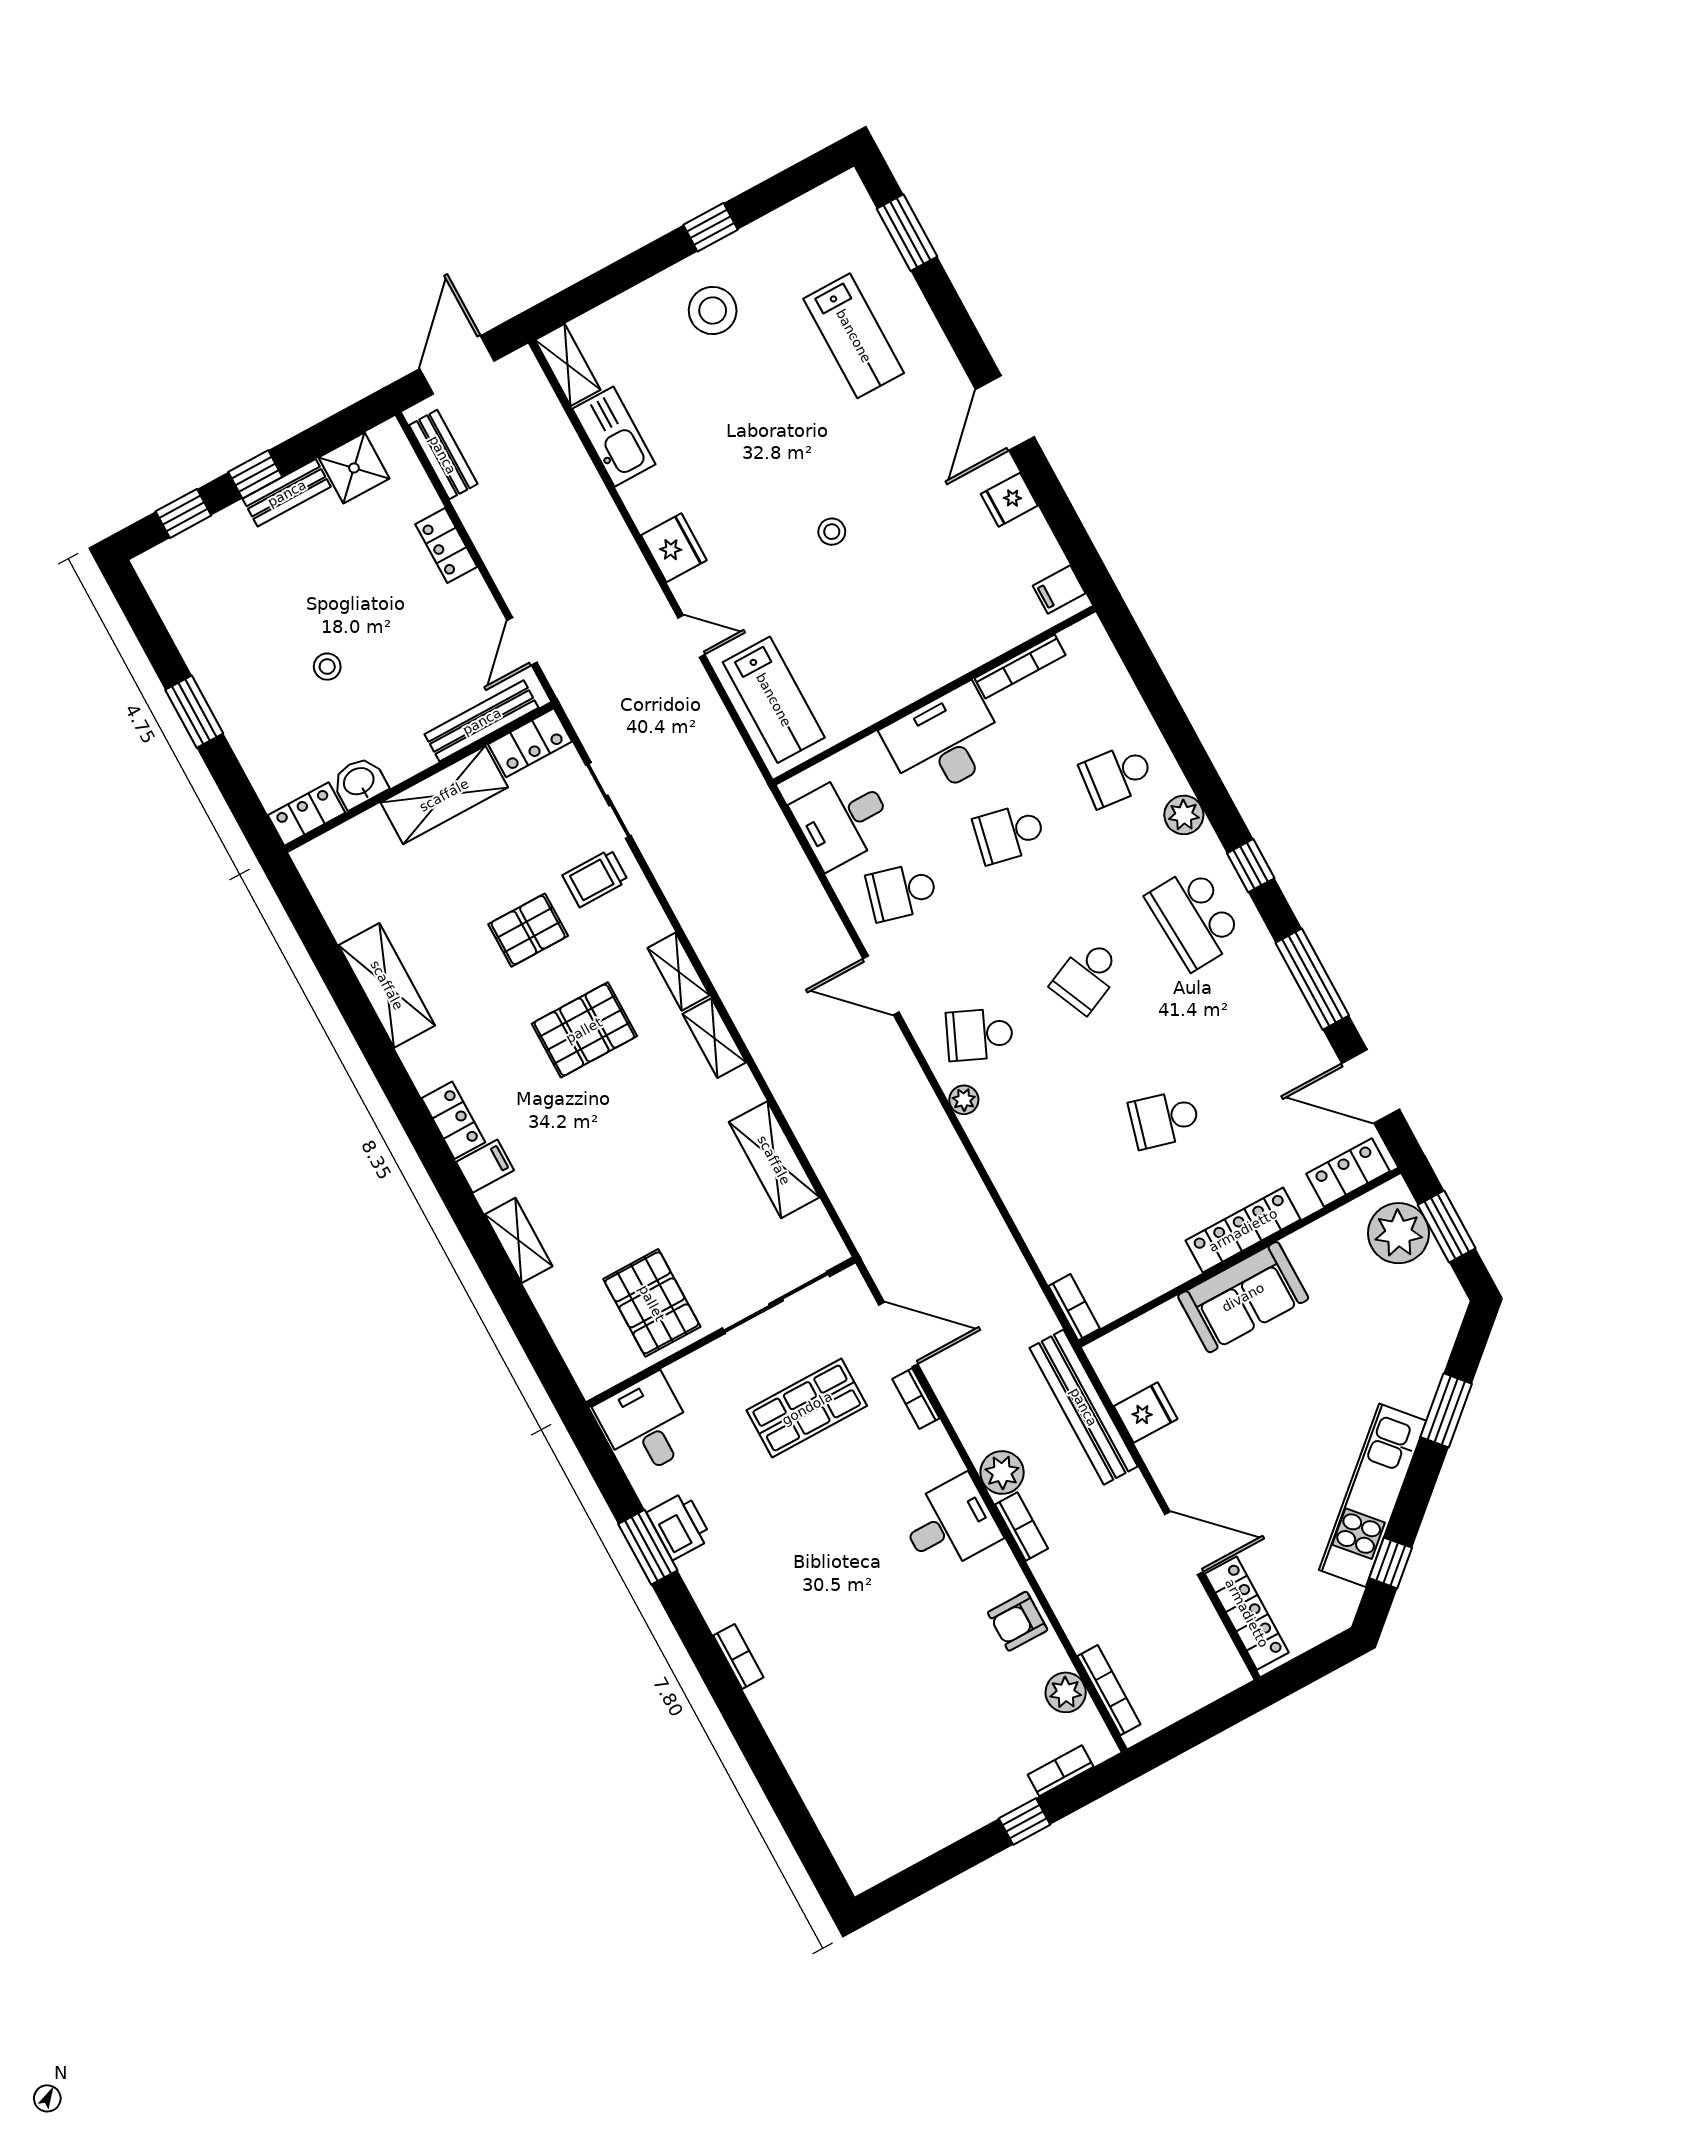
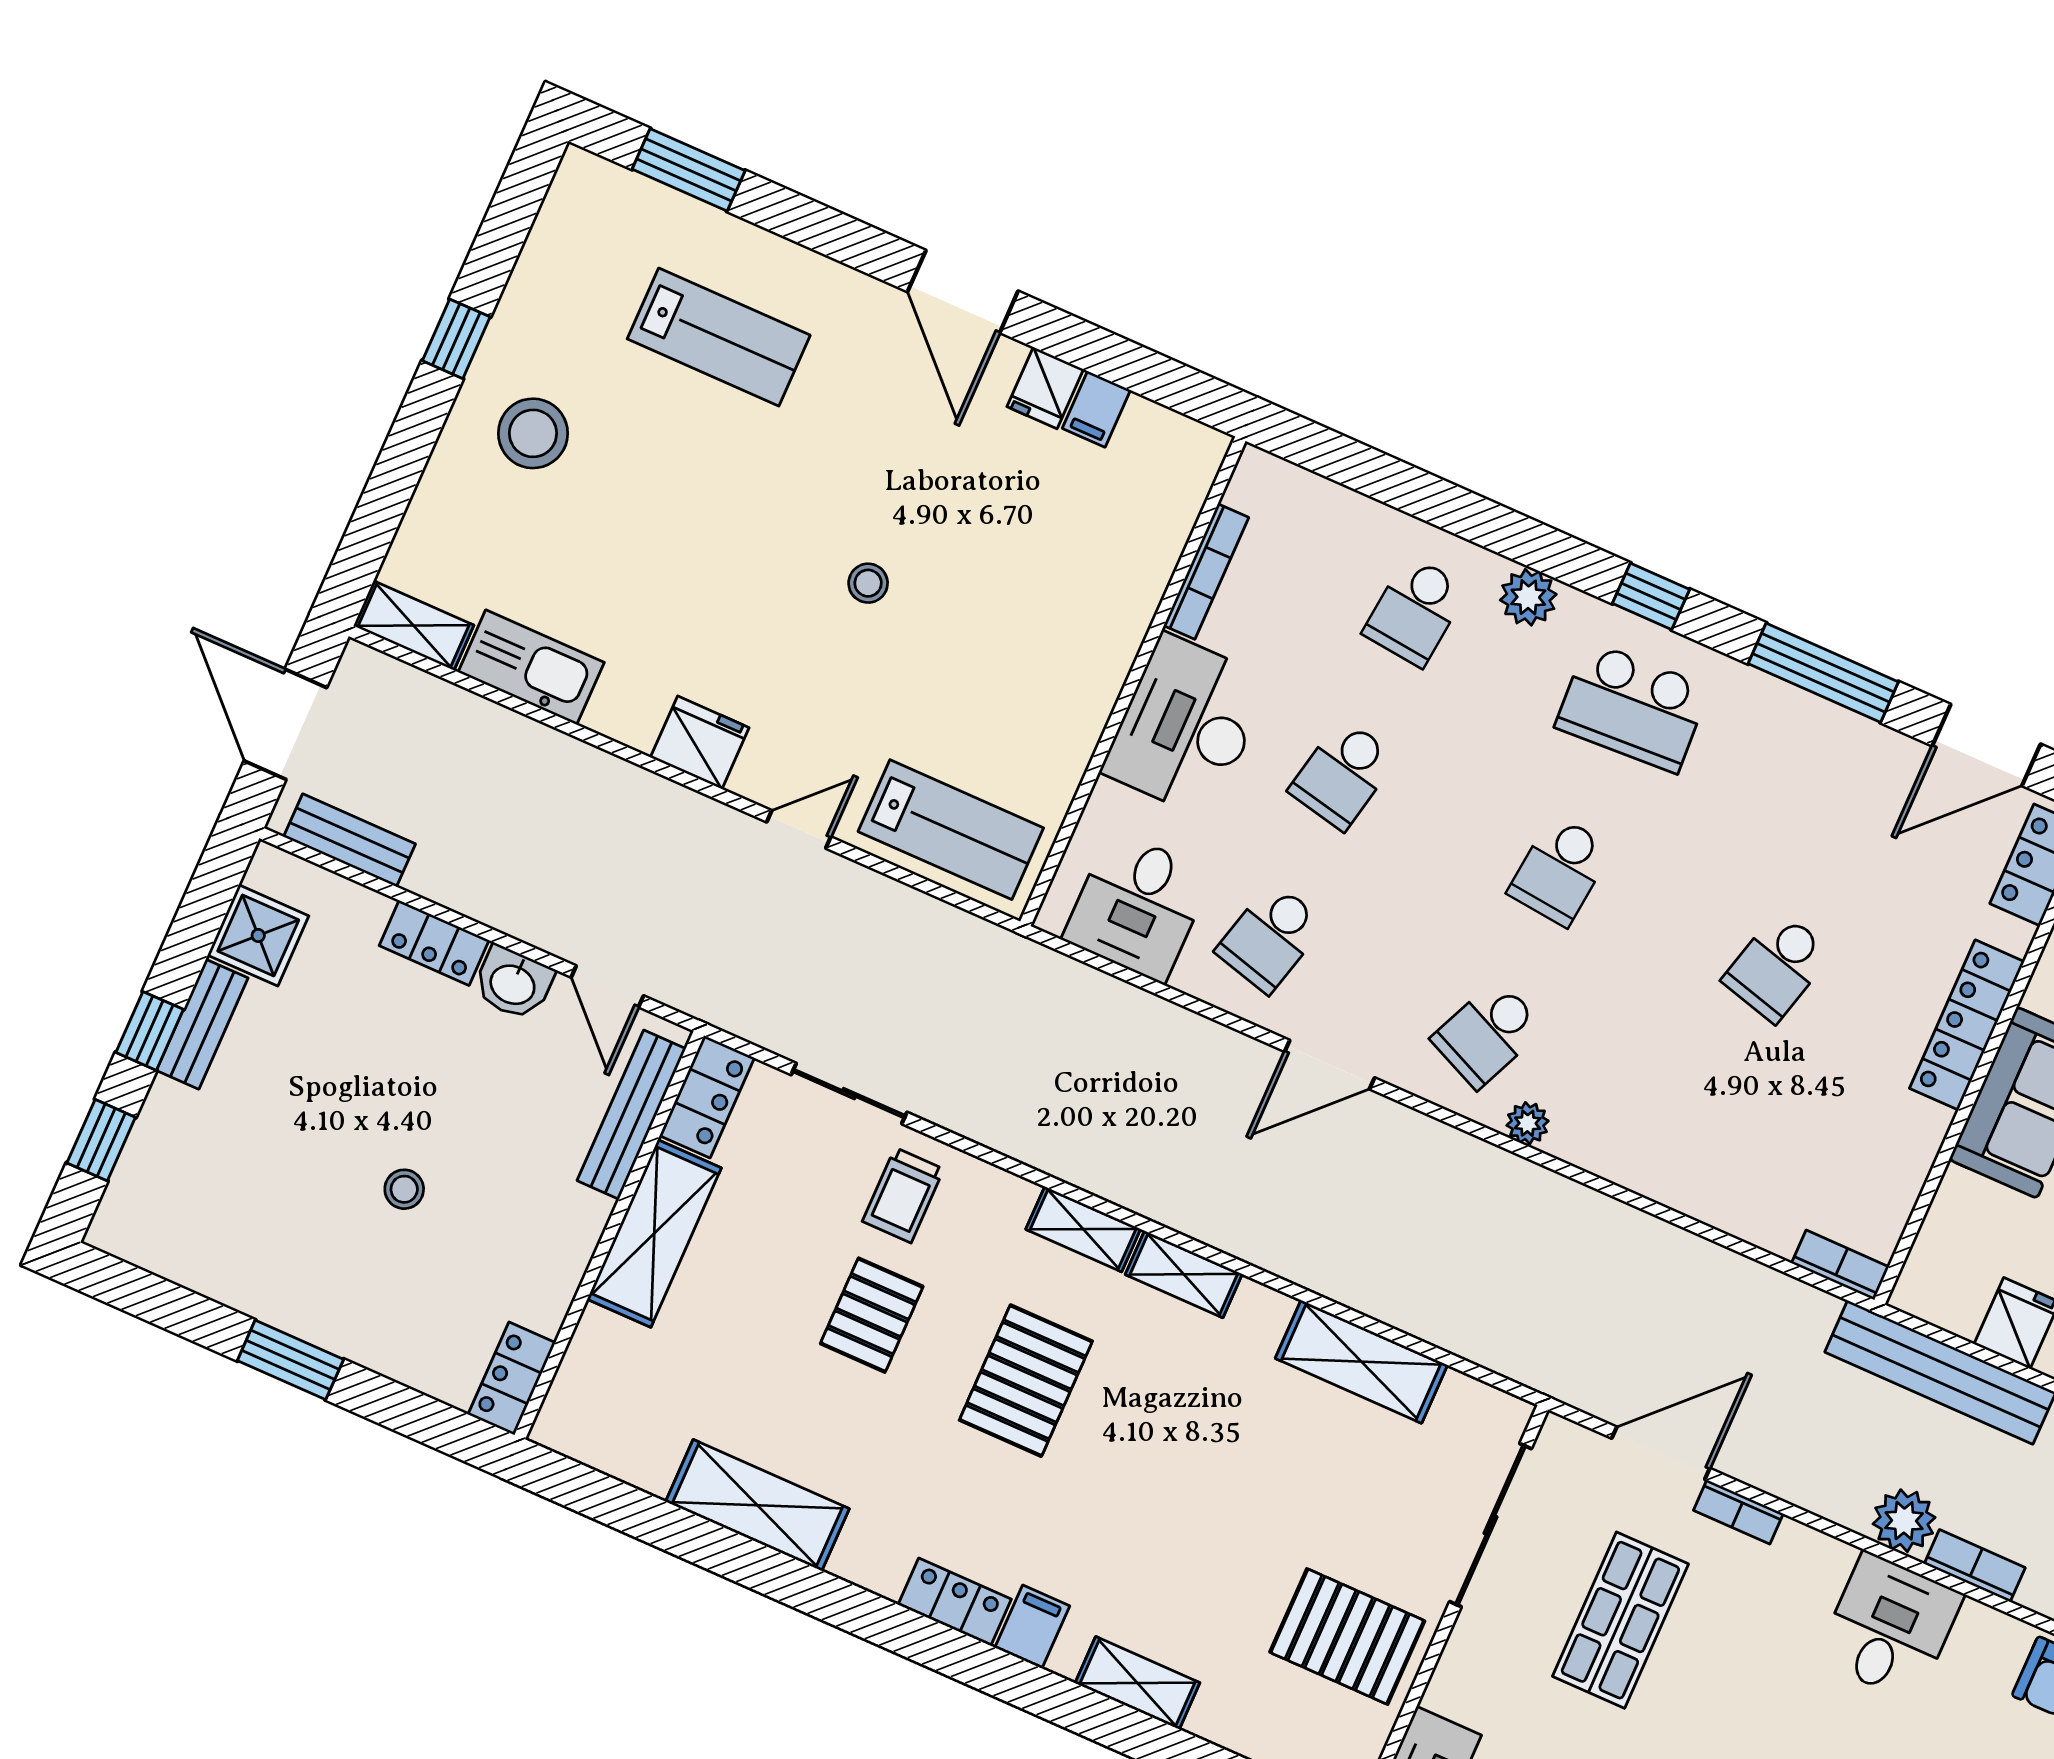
filing cabinet: (1059, 589) -> (1096, 409), moved
washbasin: (359, 782) -> (513, 983), moved, turned -90
school desk: (1087, 976) -> (1560, 870), turned 30

